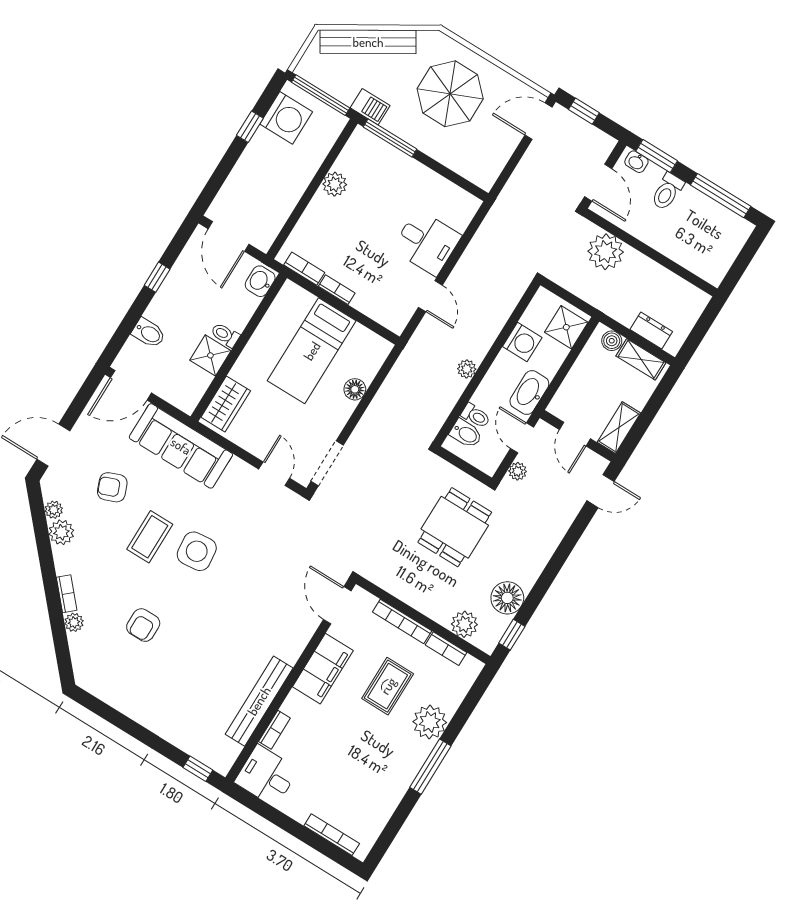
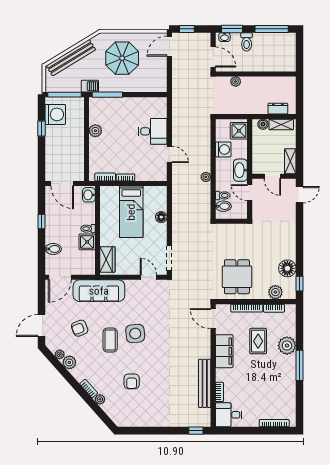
plant: (606, 252) -> (236, 81), width x0.53, depth x0.53
plant: (518, 471) -> (257, 209), removed
dining table: (455, 527) -> (237, 277), moved

